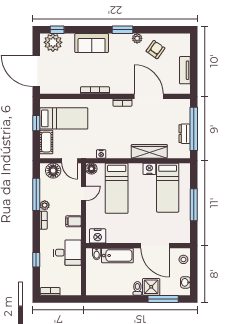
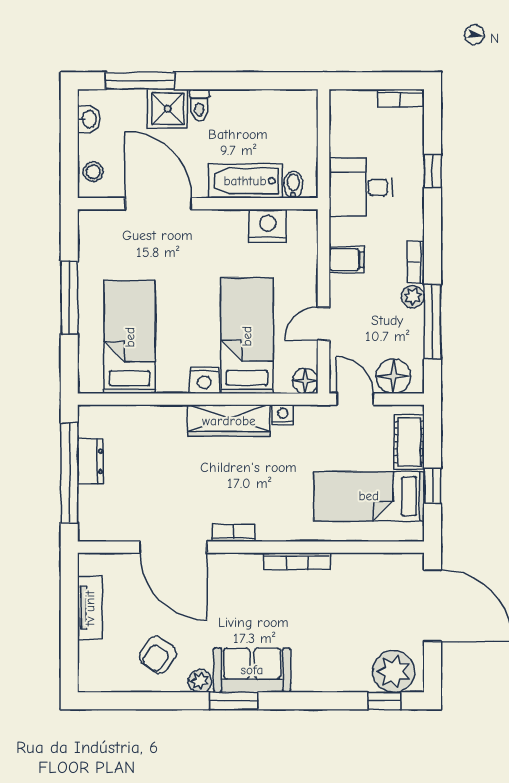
sofa: (92, 43) -> (252, 670), moved
wardrobe: (149, 151) -> (229, 421), moved
nightstand: (149, 169) -> (204, 380), moved
nightstand: (98, 236) -> (268, 226), moved

